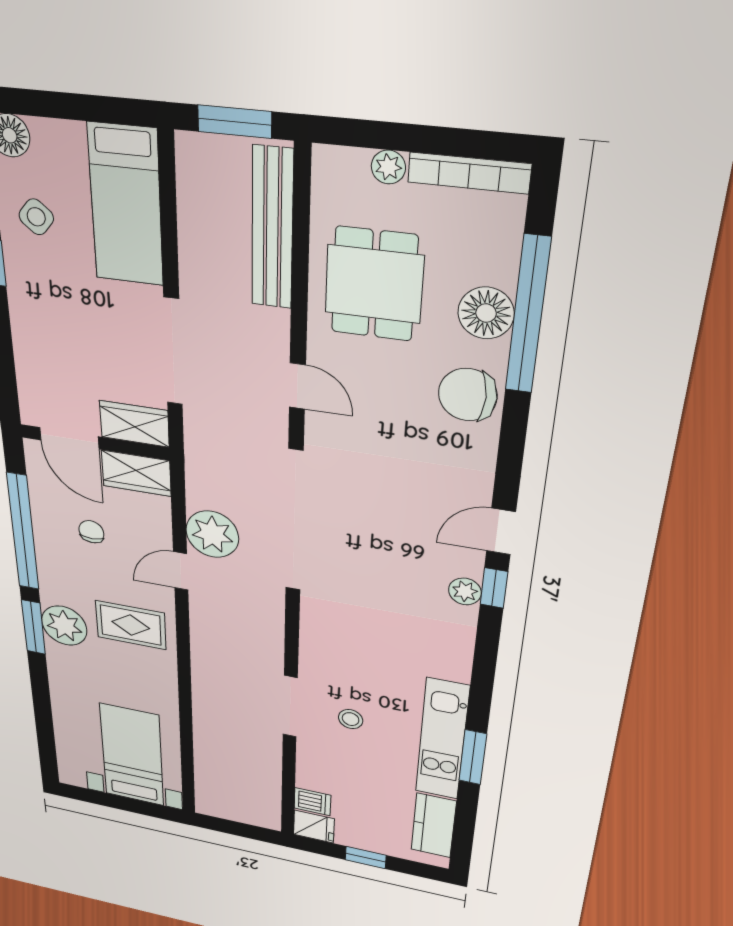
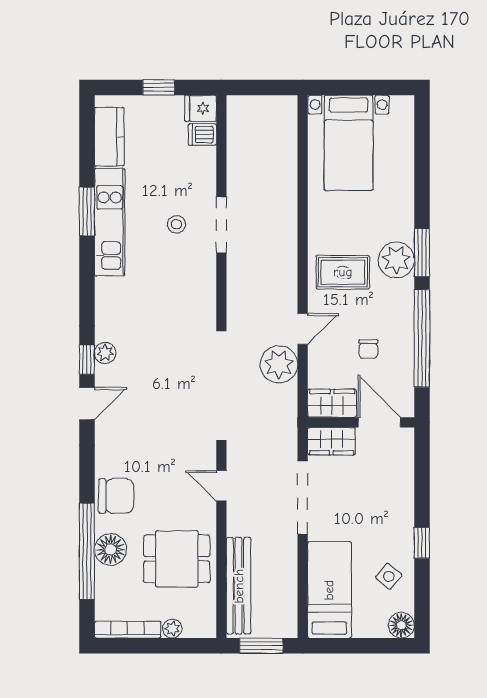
dining table: (374, 284) -> (177, 559), turned 90

